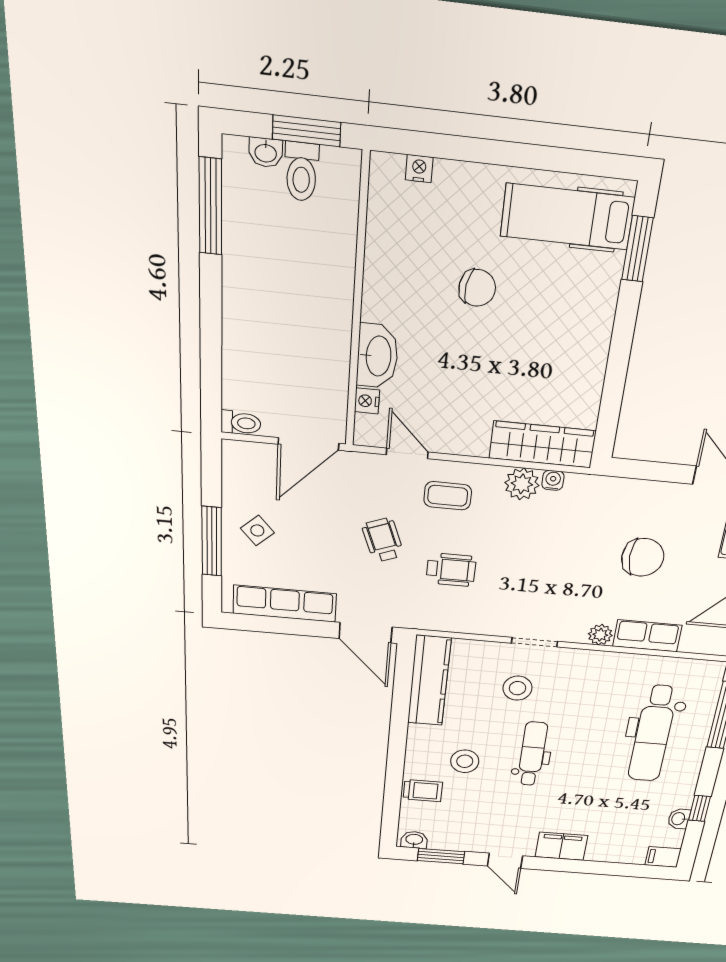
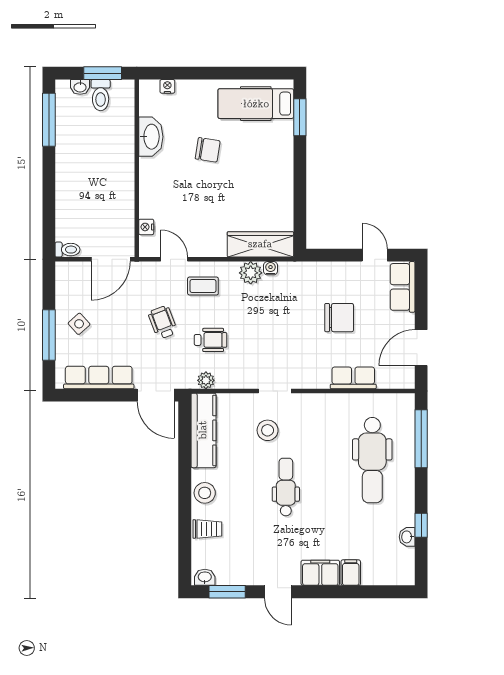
washbasin: (377, 356) -> (151, 137), moved
plant: (600, 635) -> (206, 380), moved
stool: (465, 761) -> (205, 493), moved
filing cabinet: (663, 857) -> (351, 573), moved, turned 90

